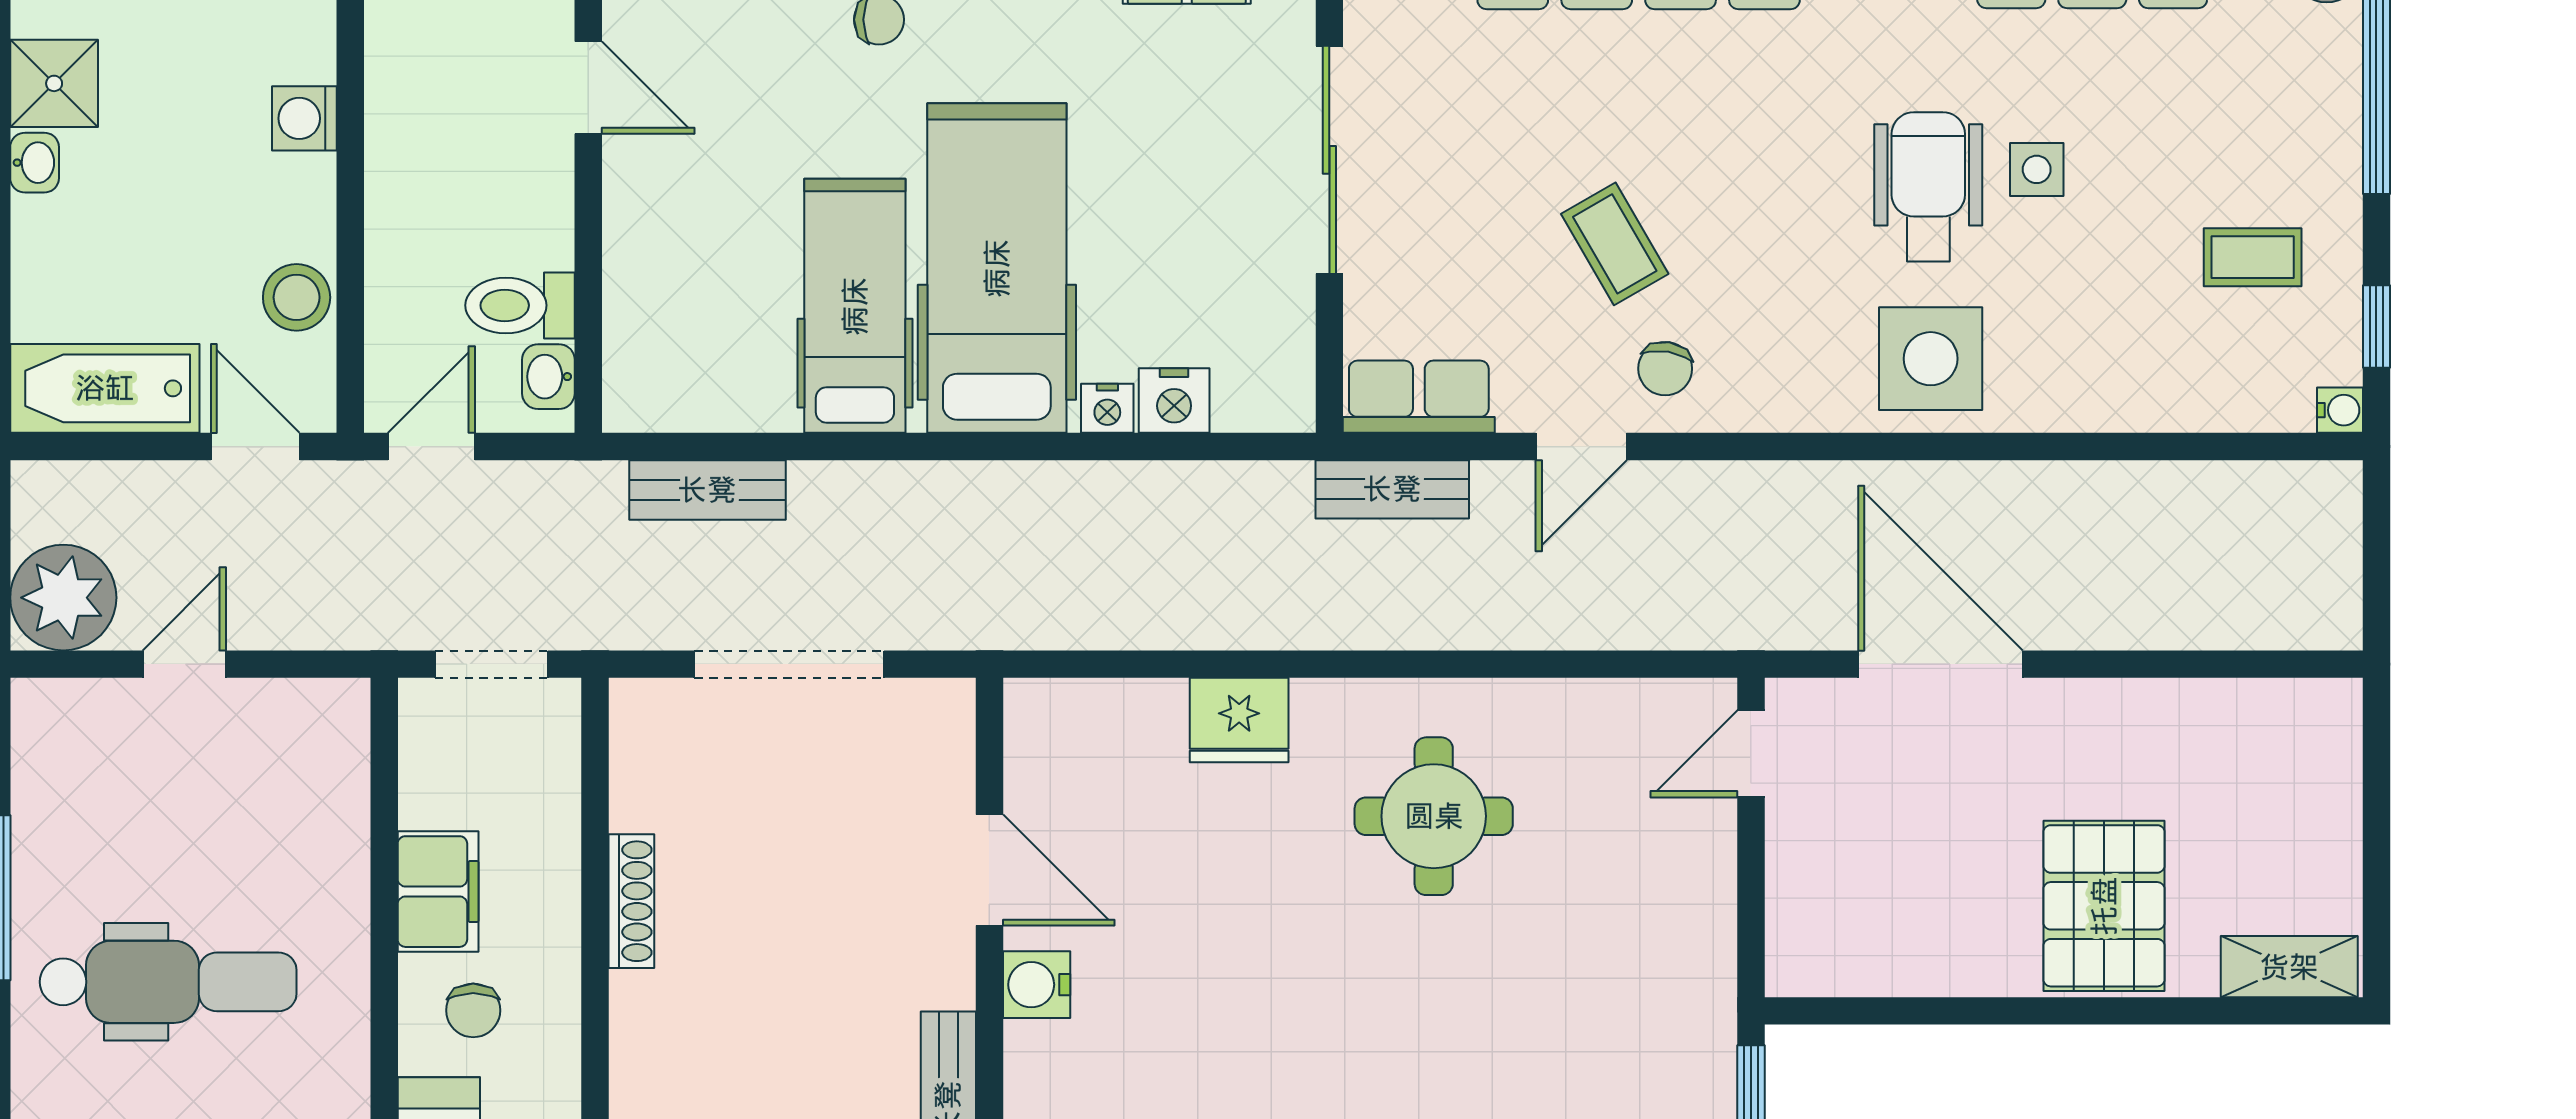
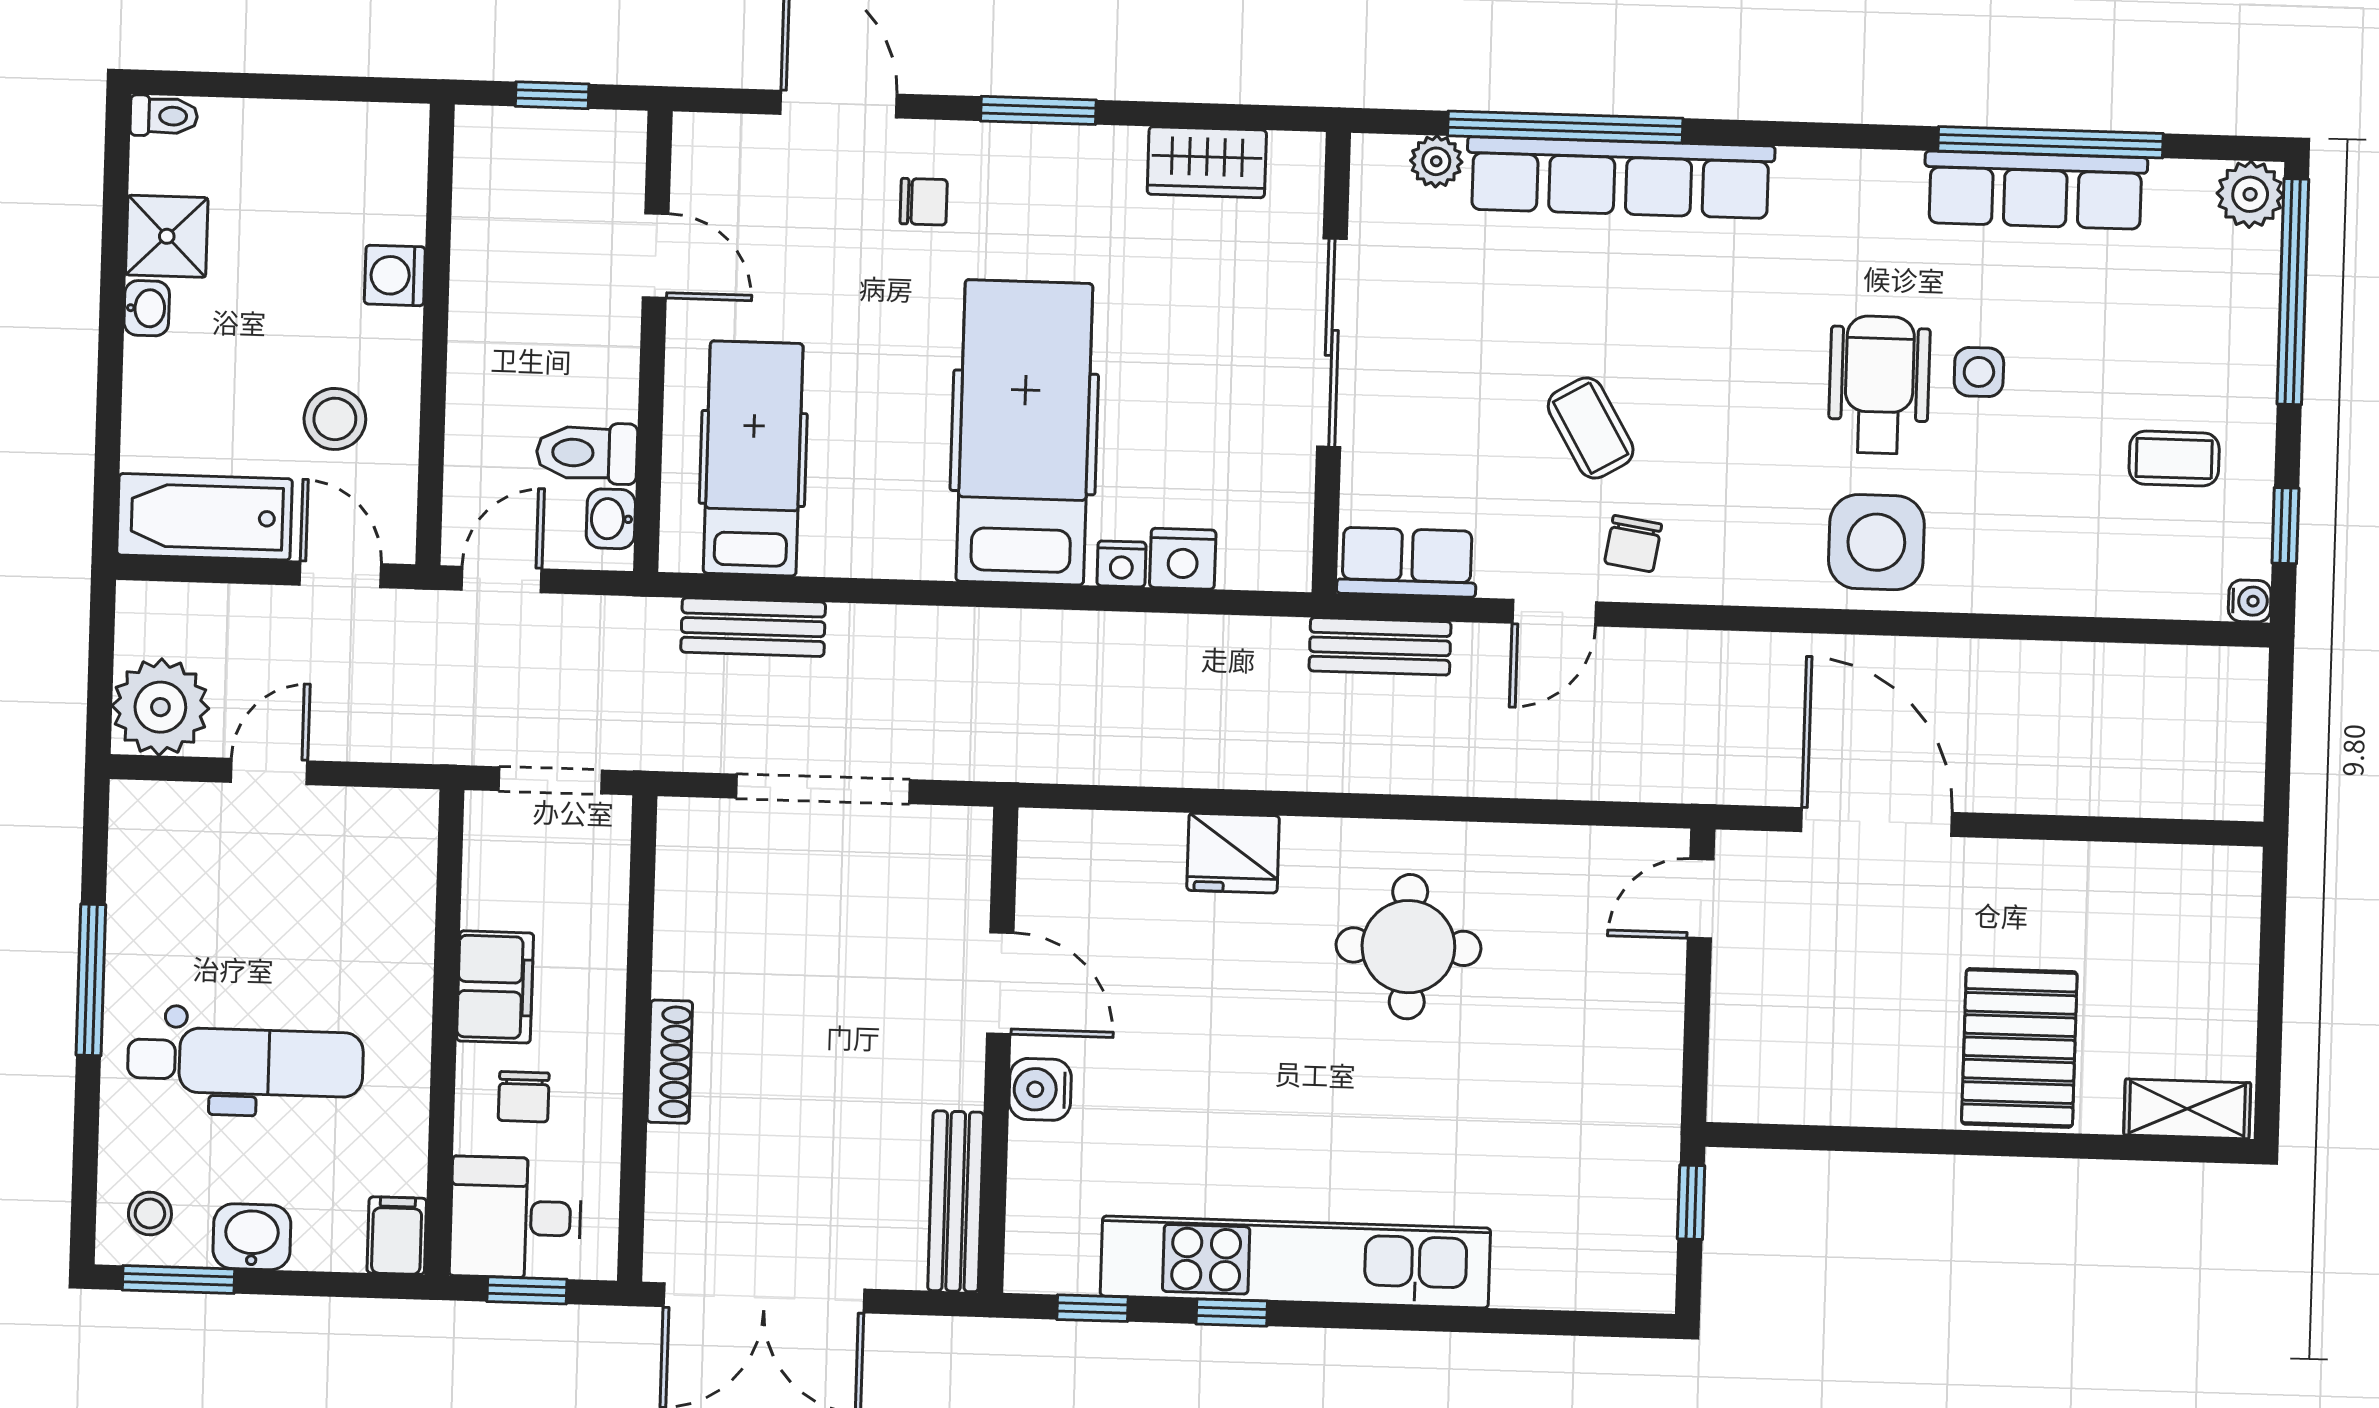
stool: (297, 297) -> (335, 419), moved
hospital bed: (855, 306) -> (753, 458), moved
shoe rack: (631, 901) -> (670, 1062), moved

